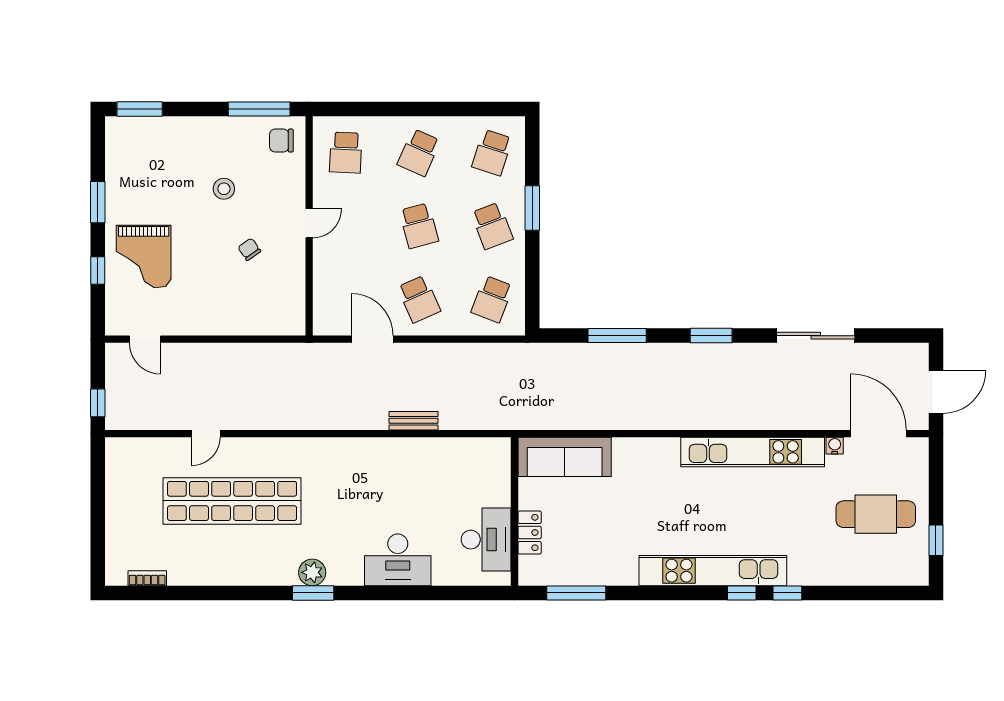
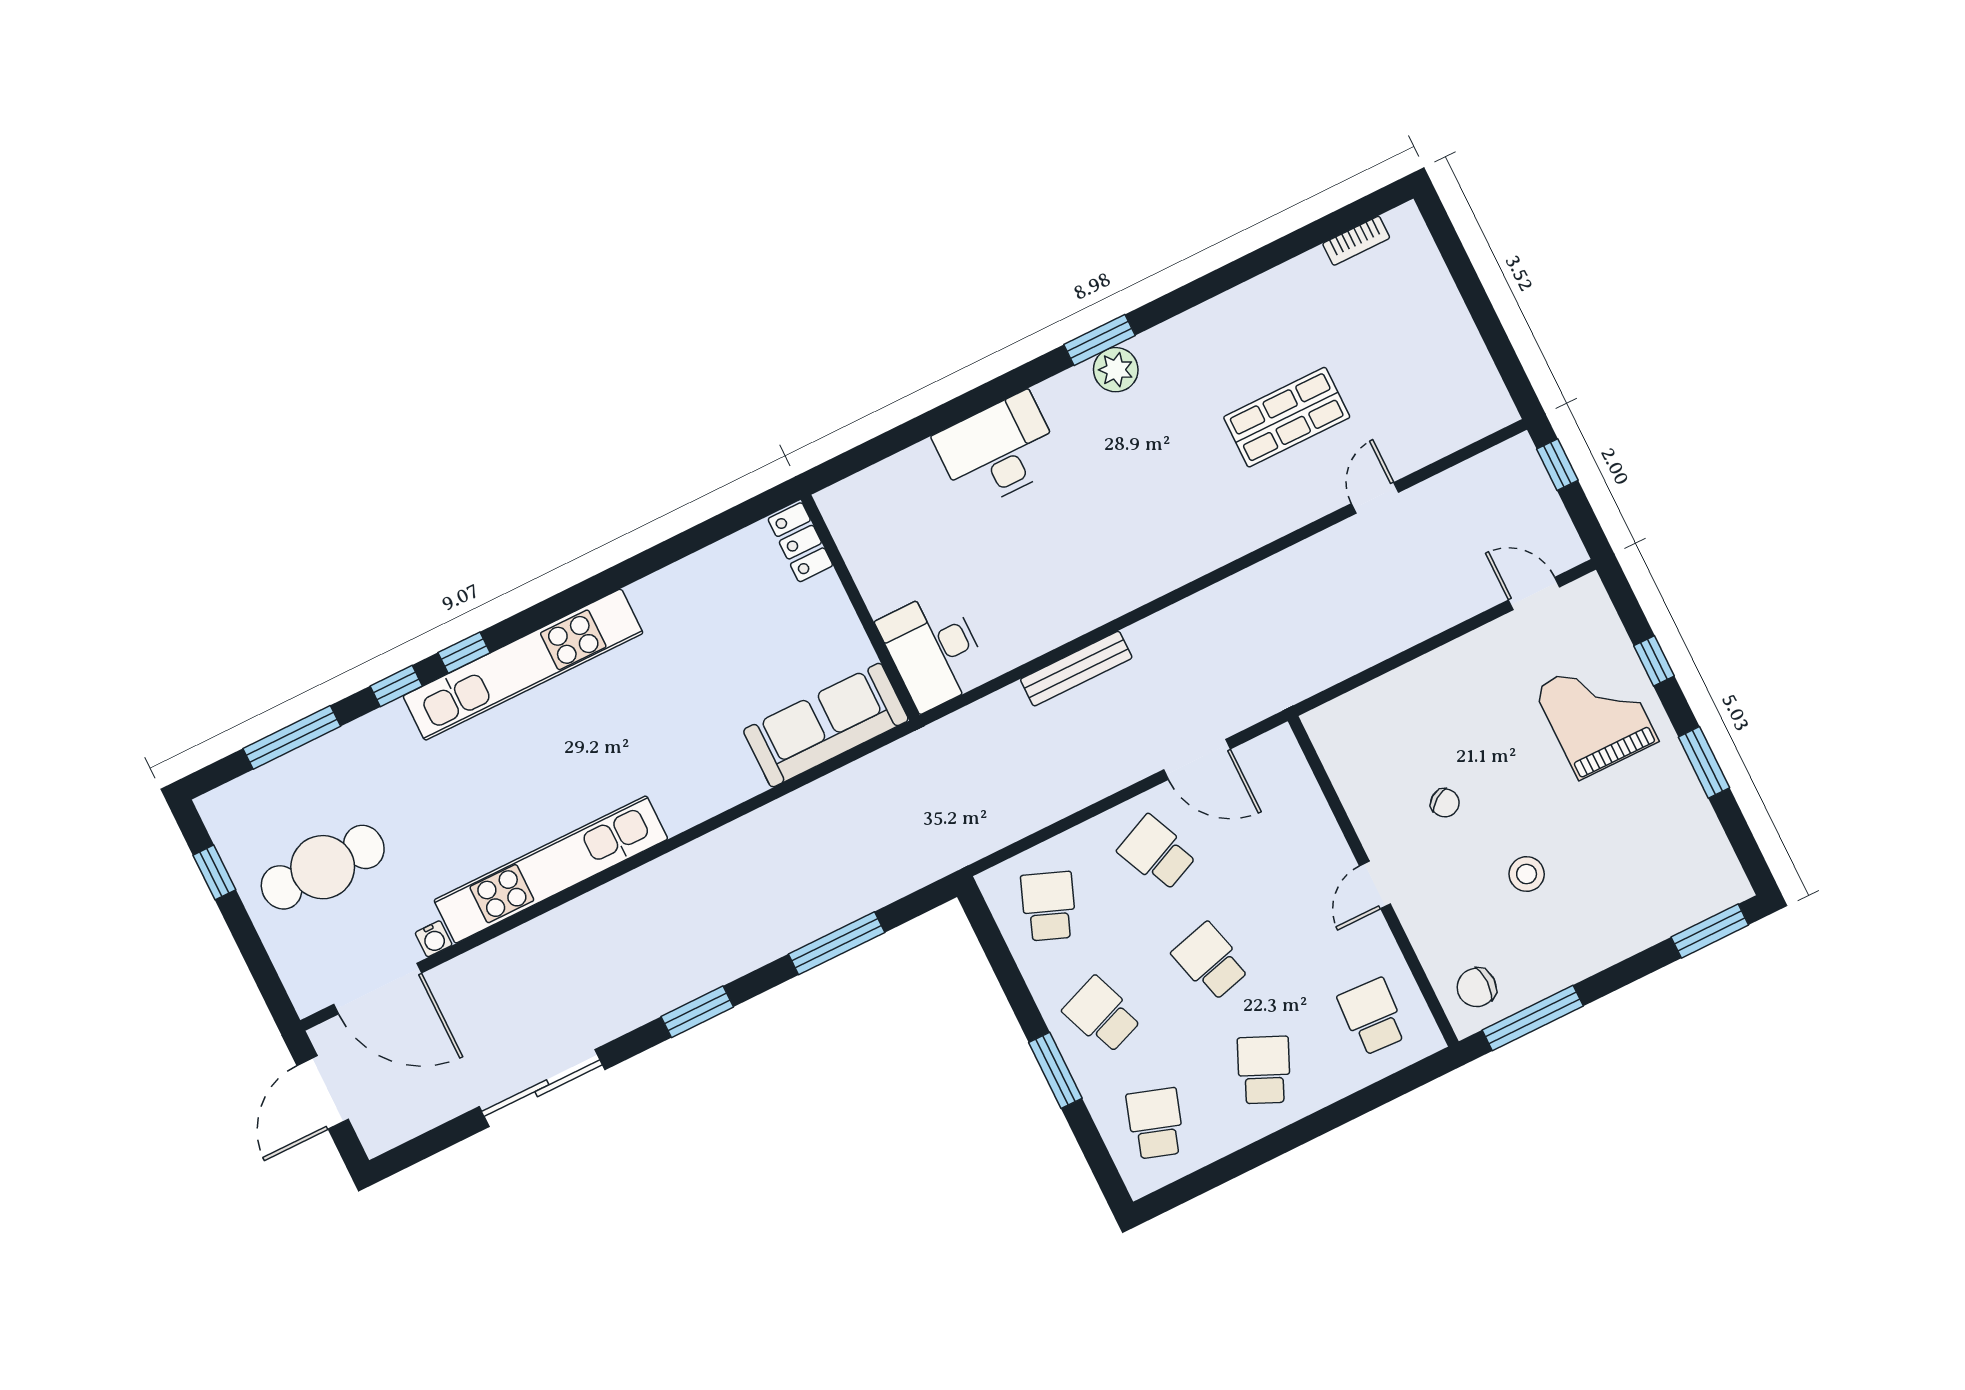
chair: (281, 141) -> (1477, 987), turned 180
bench: (414, 421) -> (1076, 669), width x1.36
shop shelf: (232, 501) -> (1287, 417), width x0.50, depth x0.74
locker: (530, 533) -> (800, 542), moved
desk: (486, 540) -> (934, 650), moved
window: (576, 593) -> (292, 737), moved

